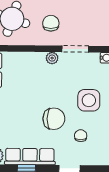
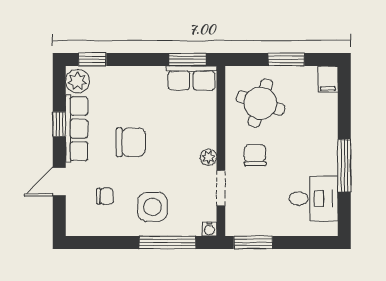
chair: (51, 23) -> (255, 155), turned -90
chair: (54, 119) -> (131, 142), moved, turned -90

